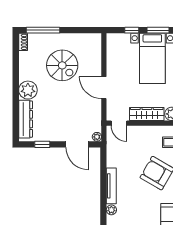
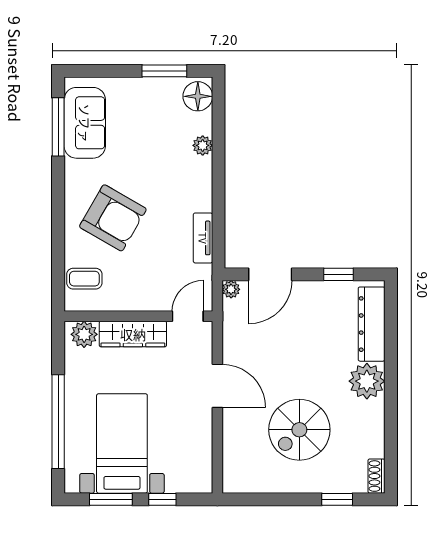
window: (43, 30) -> (337, 499), width x0.46
spiral stairs: (62, 65) -> (299, 430), turned -90
door: (119, 123) -> (188, 316), hinge flipped
door: (77, 144) -> (270, 274), swing flipped
tv unit: (111, 186) -> (203, 238), moved, width x0.71

